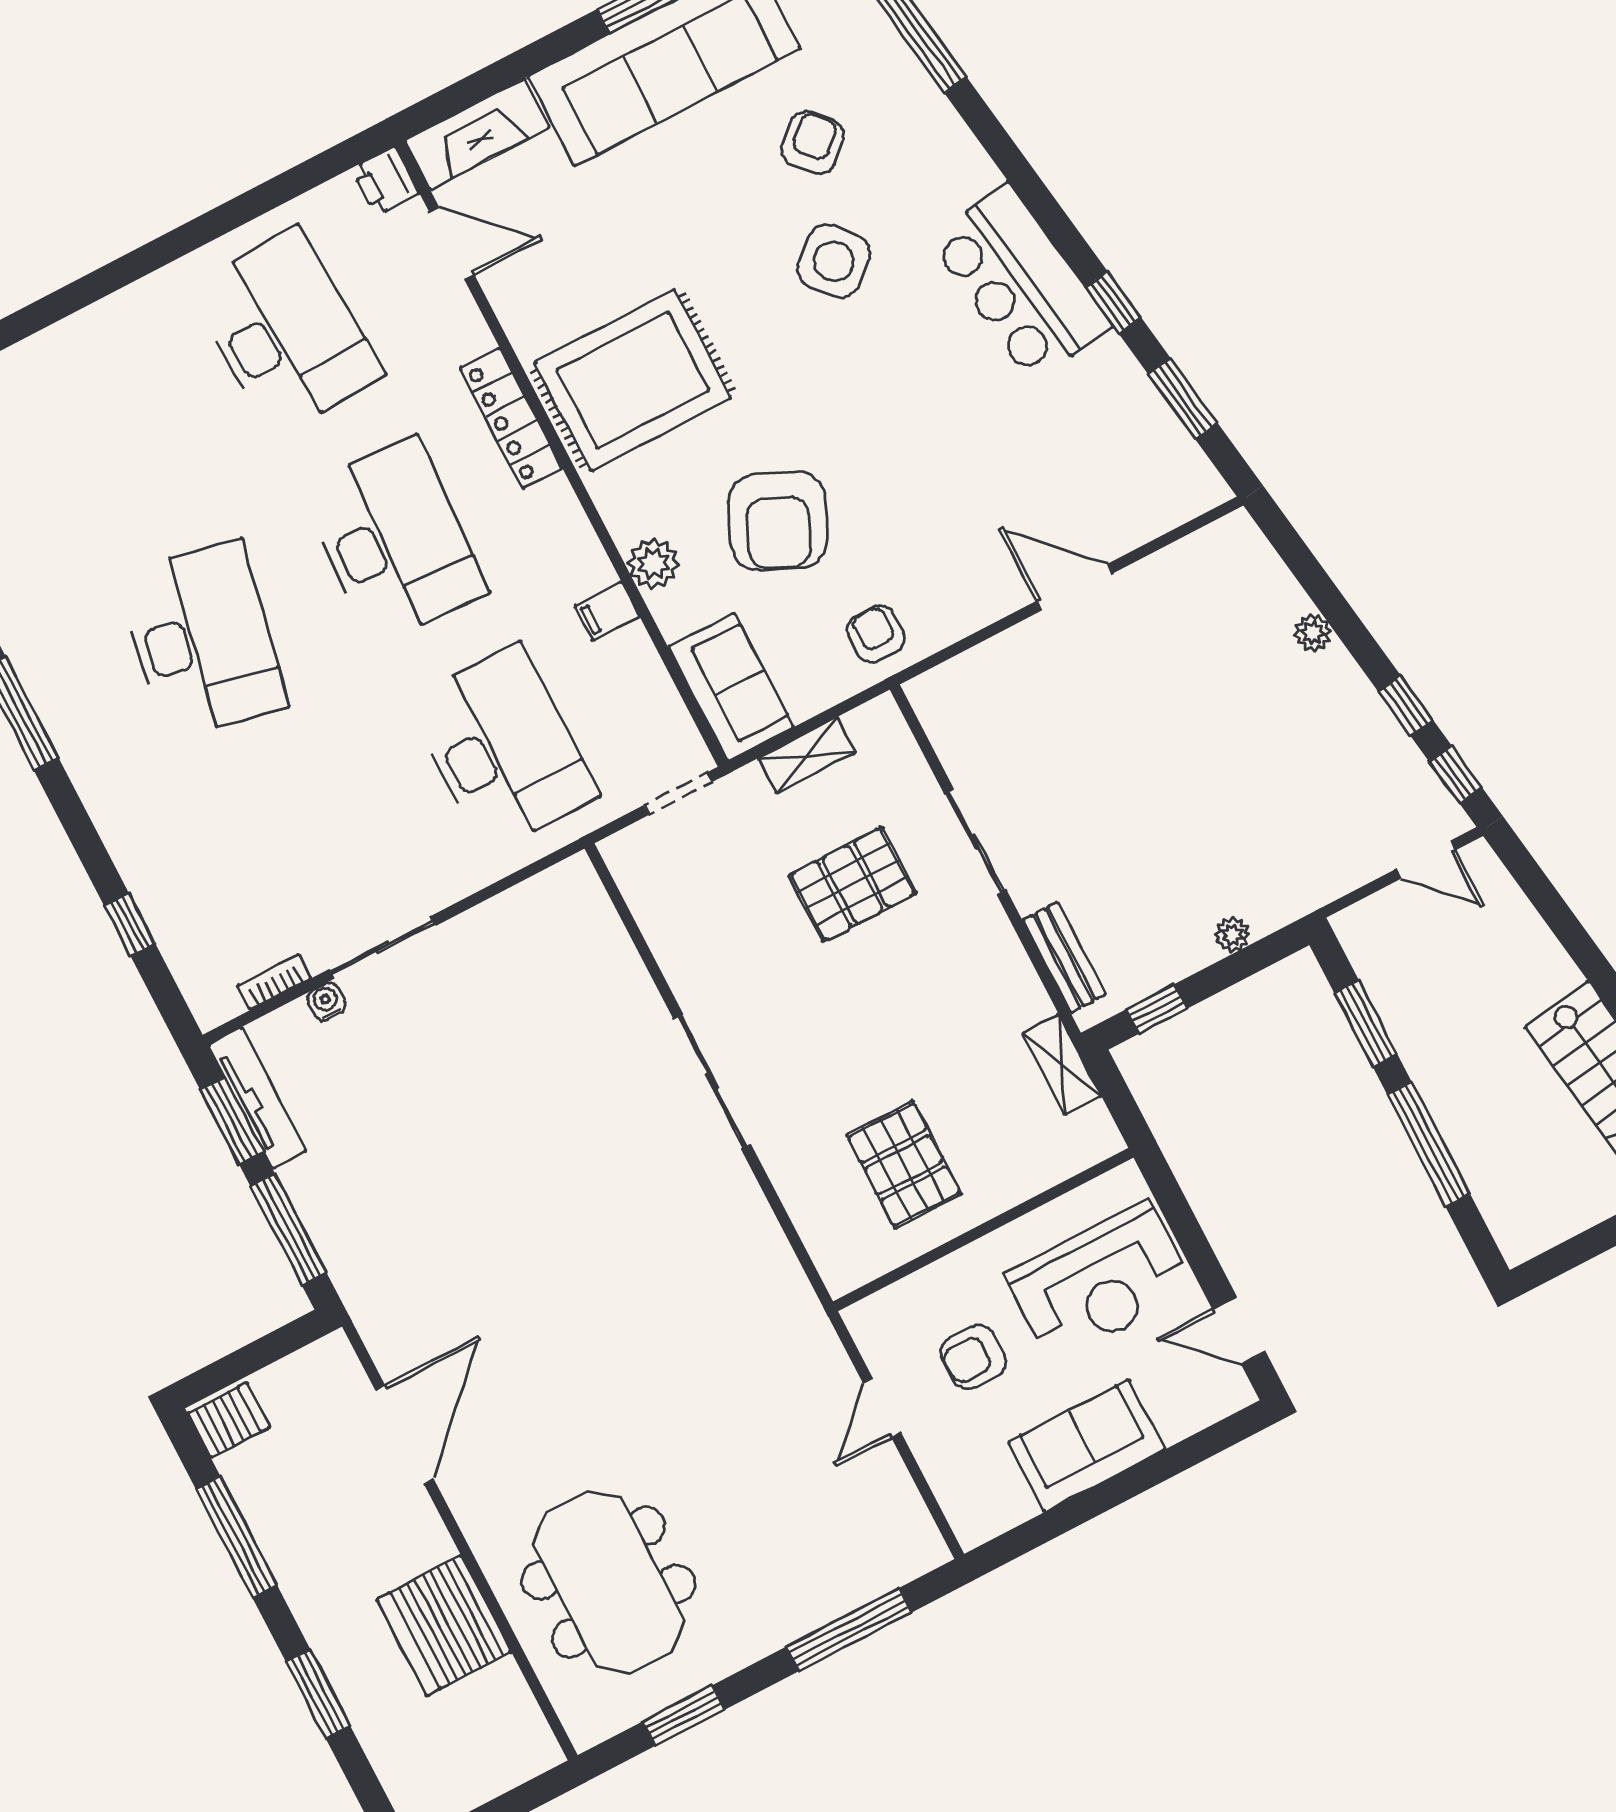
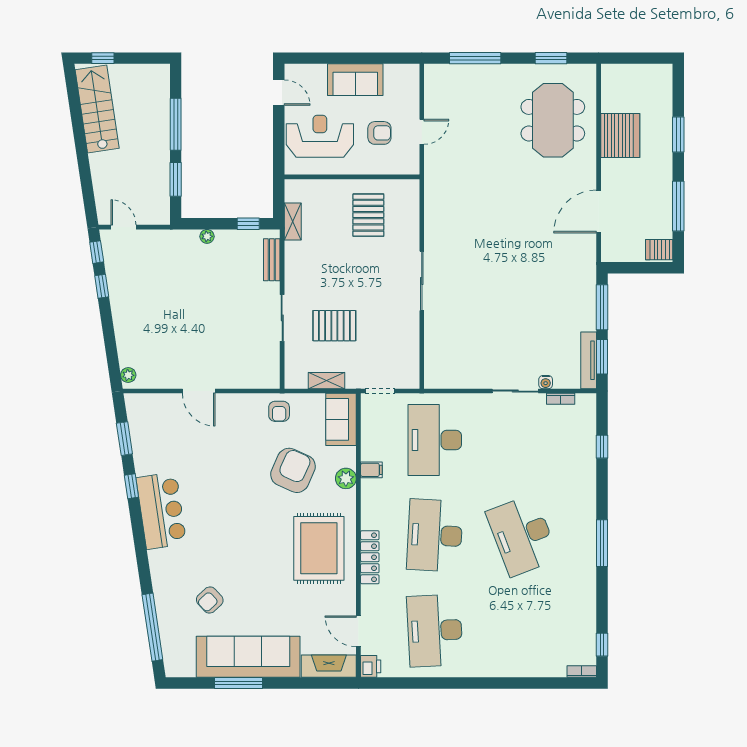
side table: (834, 261) -> (224, 553), removed
rug: (633, 380) -> (319, 548), turned 90
plant: (1313, 633) -> (128, 375), moved
desk: (203, 640) -> (522, 535), turned -33

